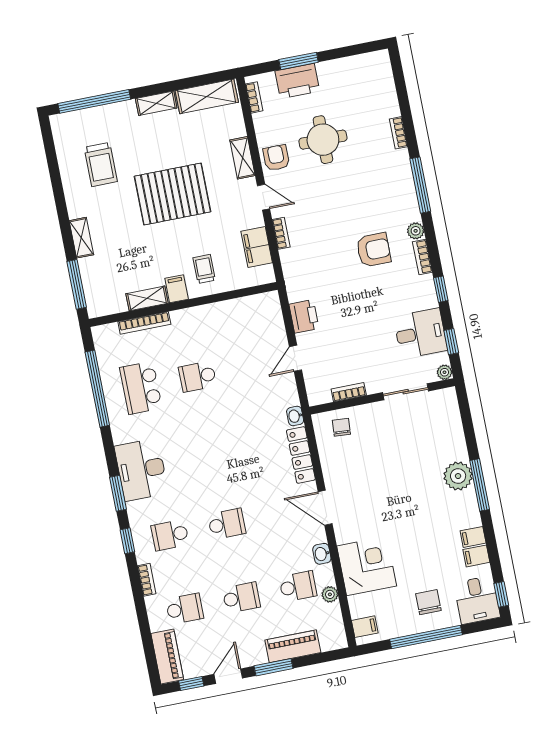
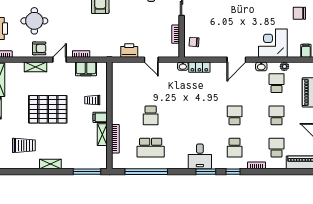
armchair: (276, 158) -> (39, 48), turned 180
pallet: (172, 194) -> (48, 109), turned 90
shelving: (81, 238) -> (50, 164), moved
locker: (301, 455) -> (199, 67), width x0.66
desk: (141, 470) -> (200, 156), width x0.73

